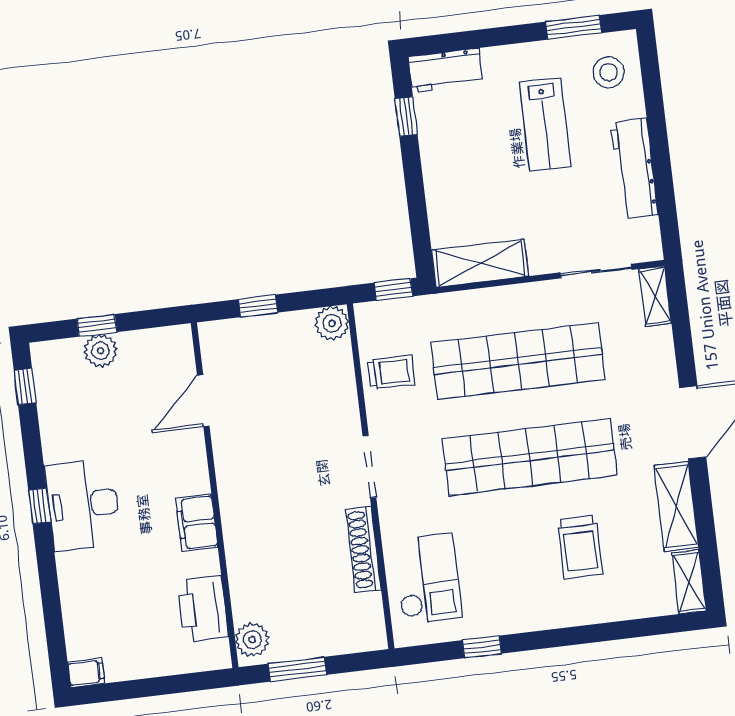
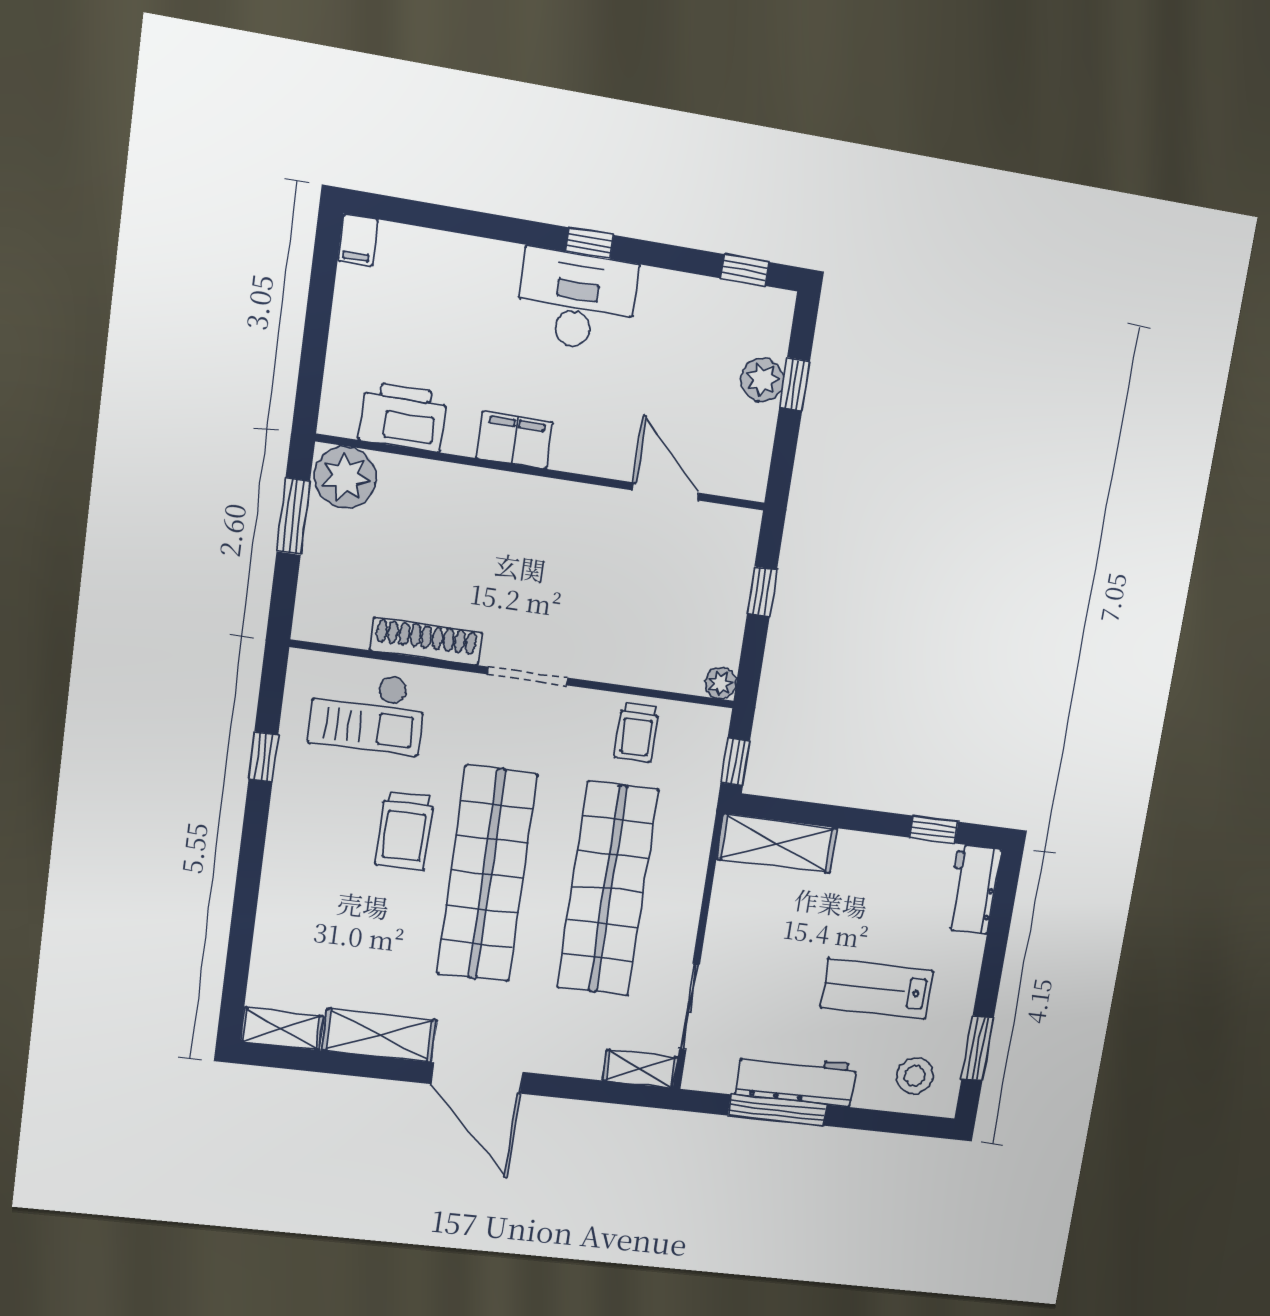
window: (663, 177) -> (778, 1110), added
shelving: (480, 263) -> (777, 844), moved, turned 90
plant: (332, 323) -> (721, 683), width x0.73, depth x0.73
trolley: (580, 547) -> (405, 831), moved, turned -90
plant: (252, 640) -> (345, 477), width x1.36, depth x1.36

